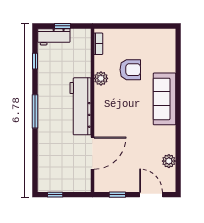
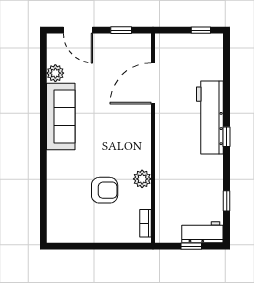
armchair: (130, 70) -> (105, 190), turned 180
sofa: (164, 99) -> (61, 116), moved
workbench: (80, 106) -> (210, 118), moved, turned 180
window: (35, 111) -> (227, 137), width x0.46

